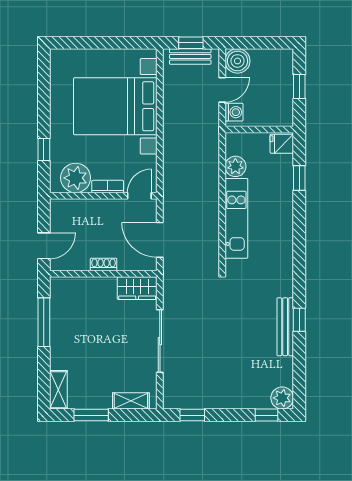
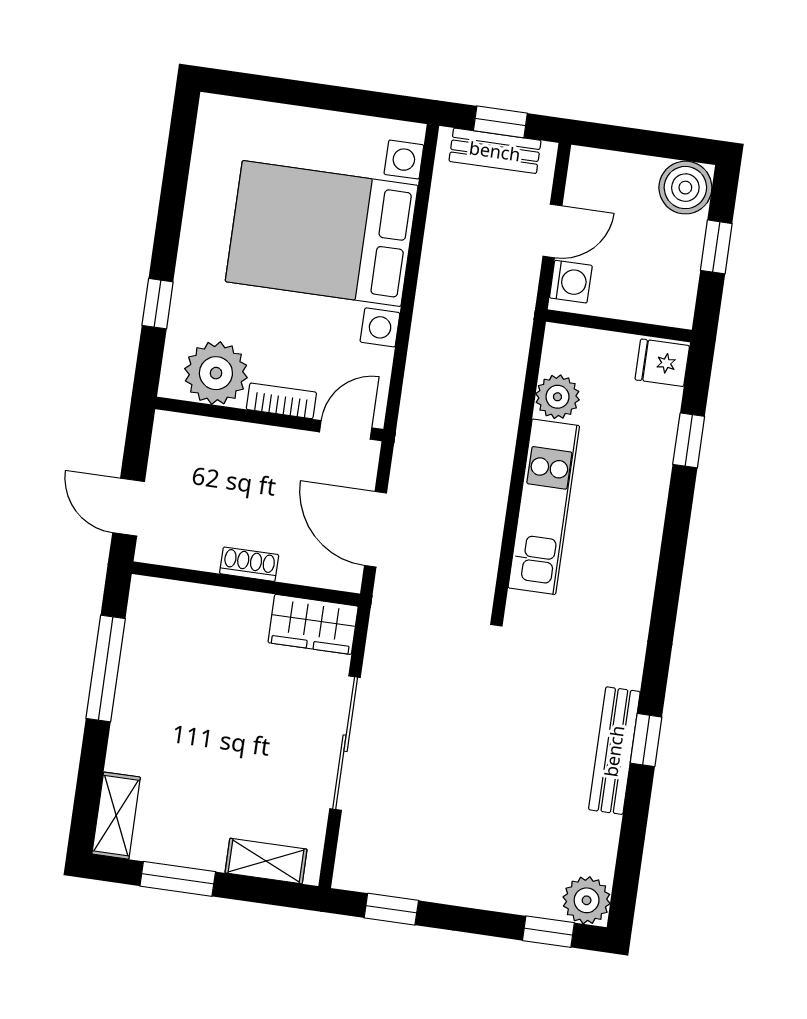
boiler: (237, 61) -> (685, 188), moved
door: (44, 246) -> (129, 507), swing flipped

